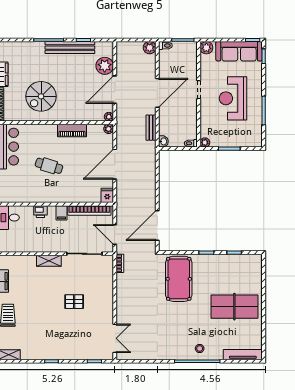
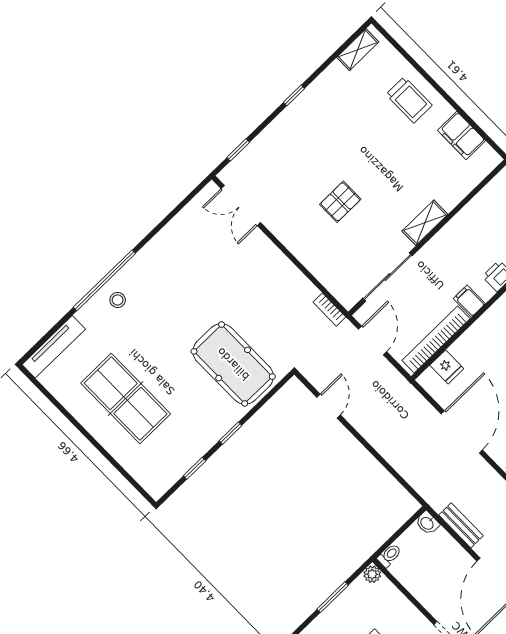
fridge: (107, 195) -> (447, 367), moved
door: (157, 225) -> (329, 406), width x0.53
door: (115, 234) -> (373, 340), hinge flipped
table tennis table: (234, 307) -> (126, 398), turned 90

